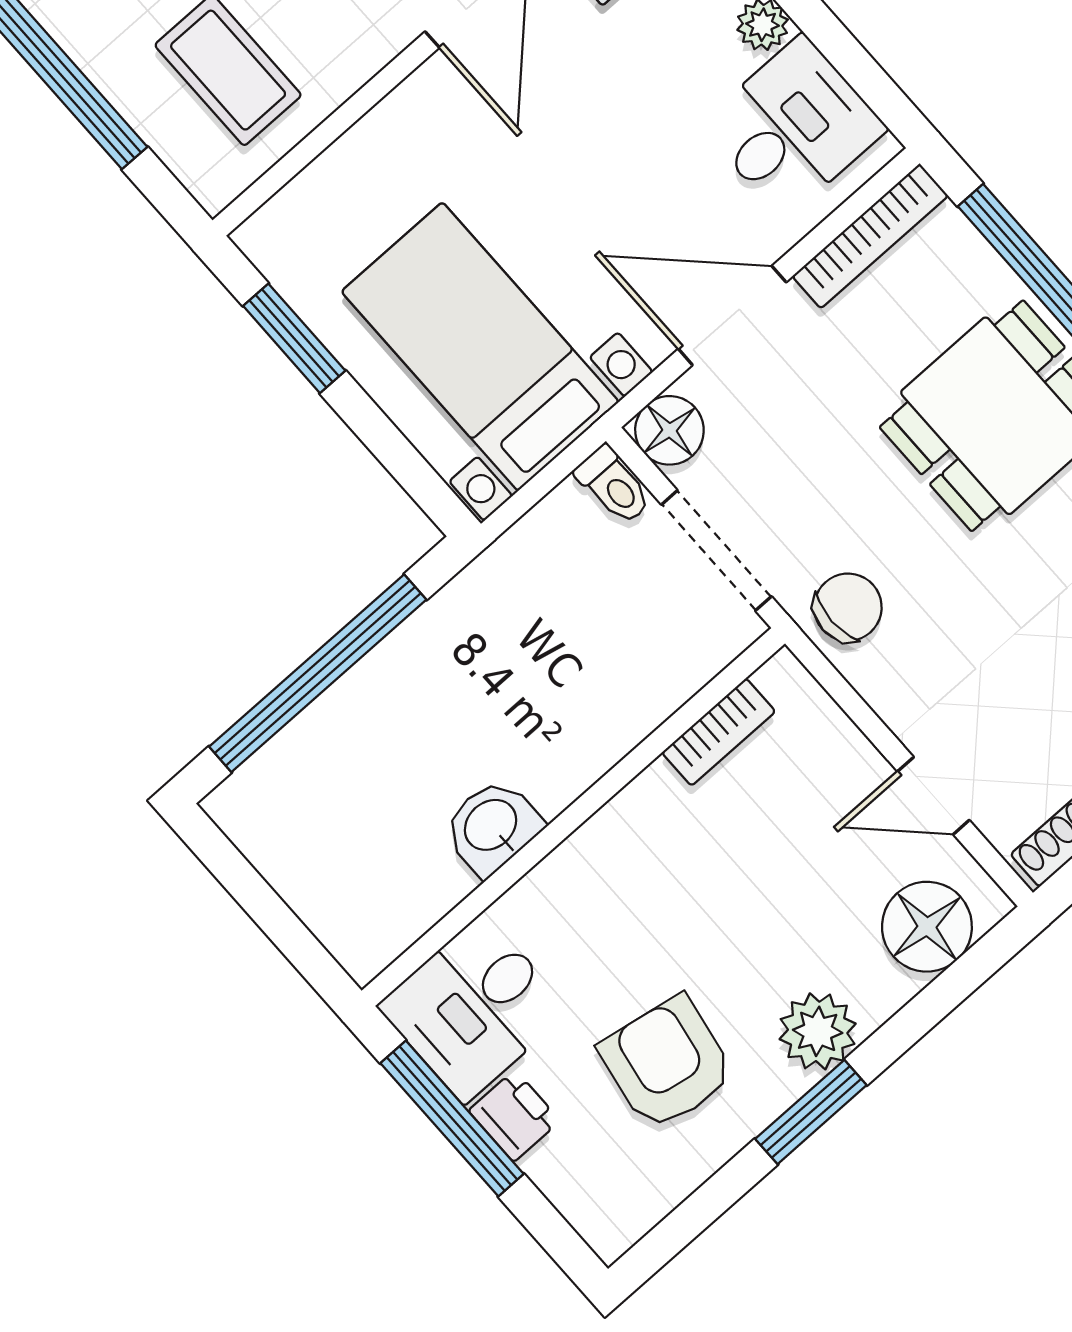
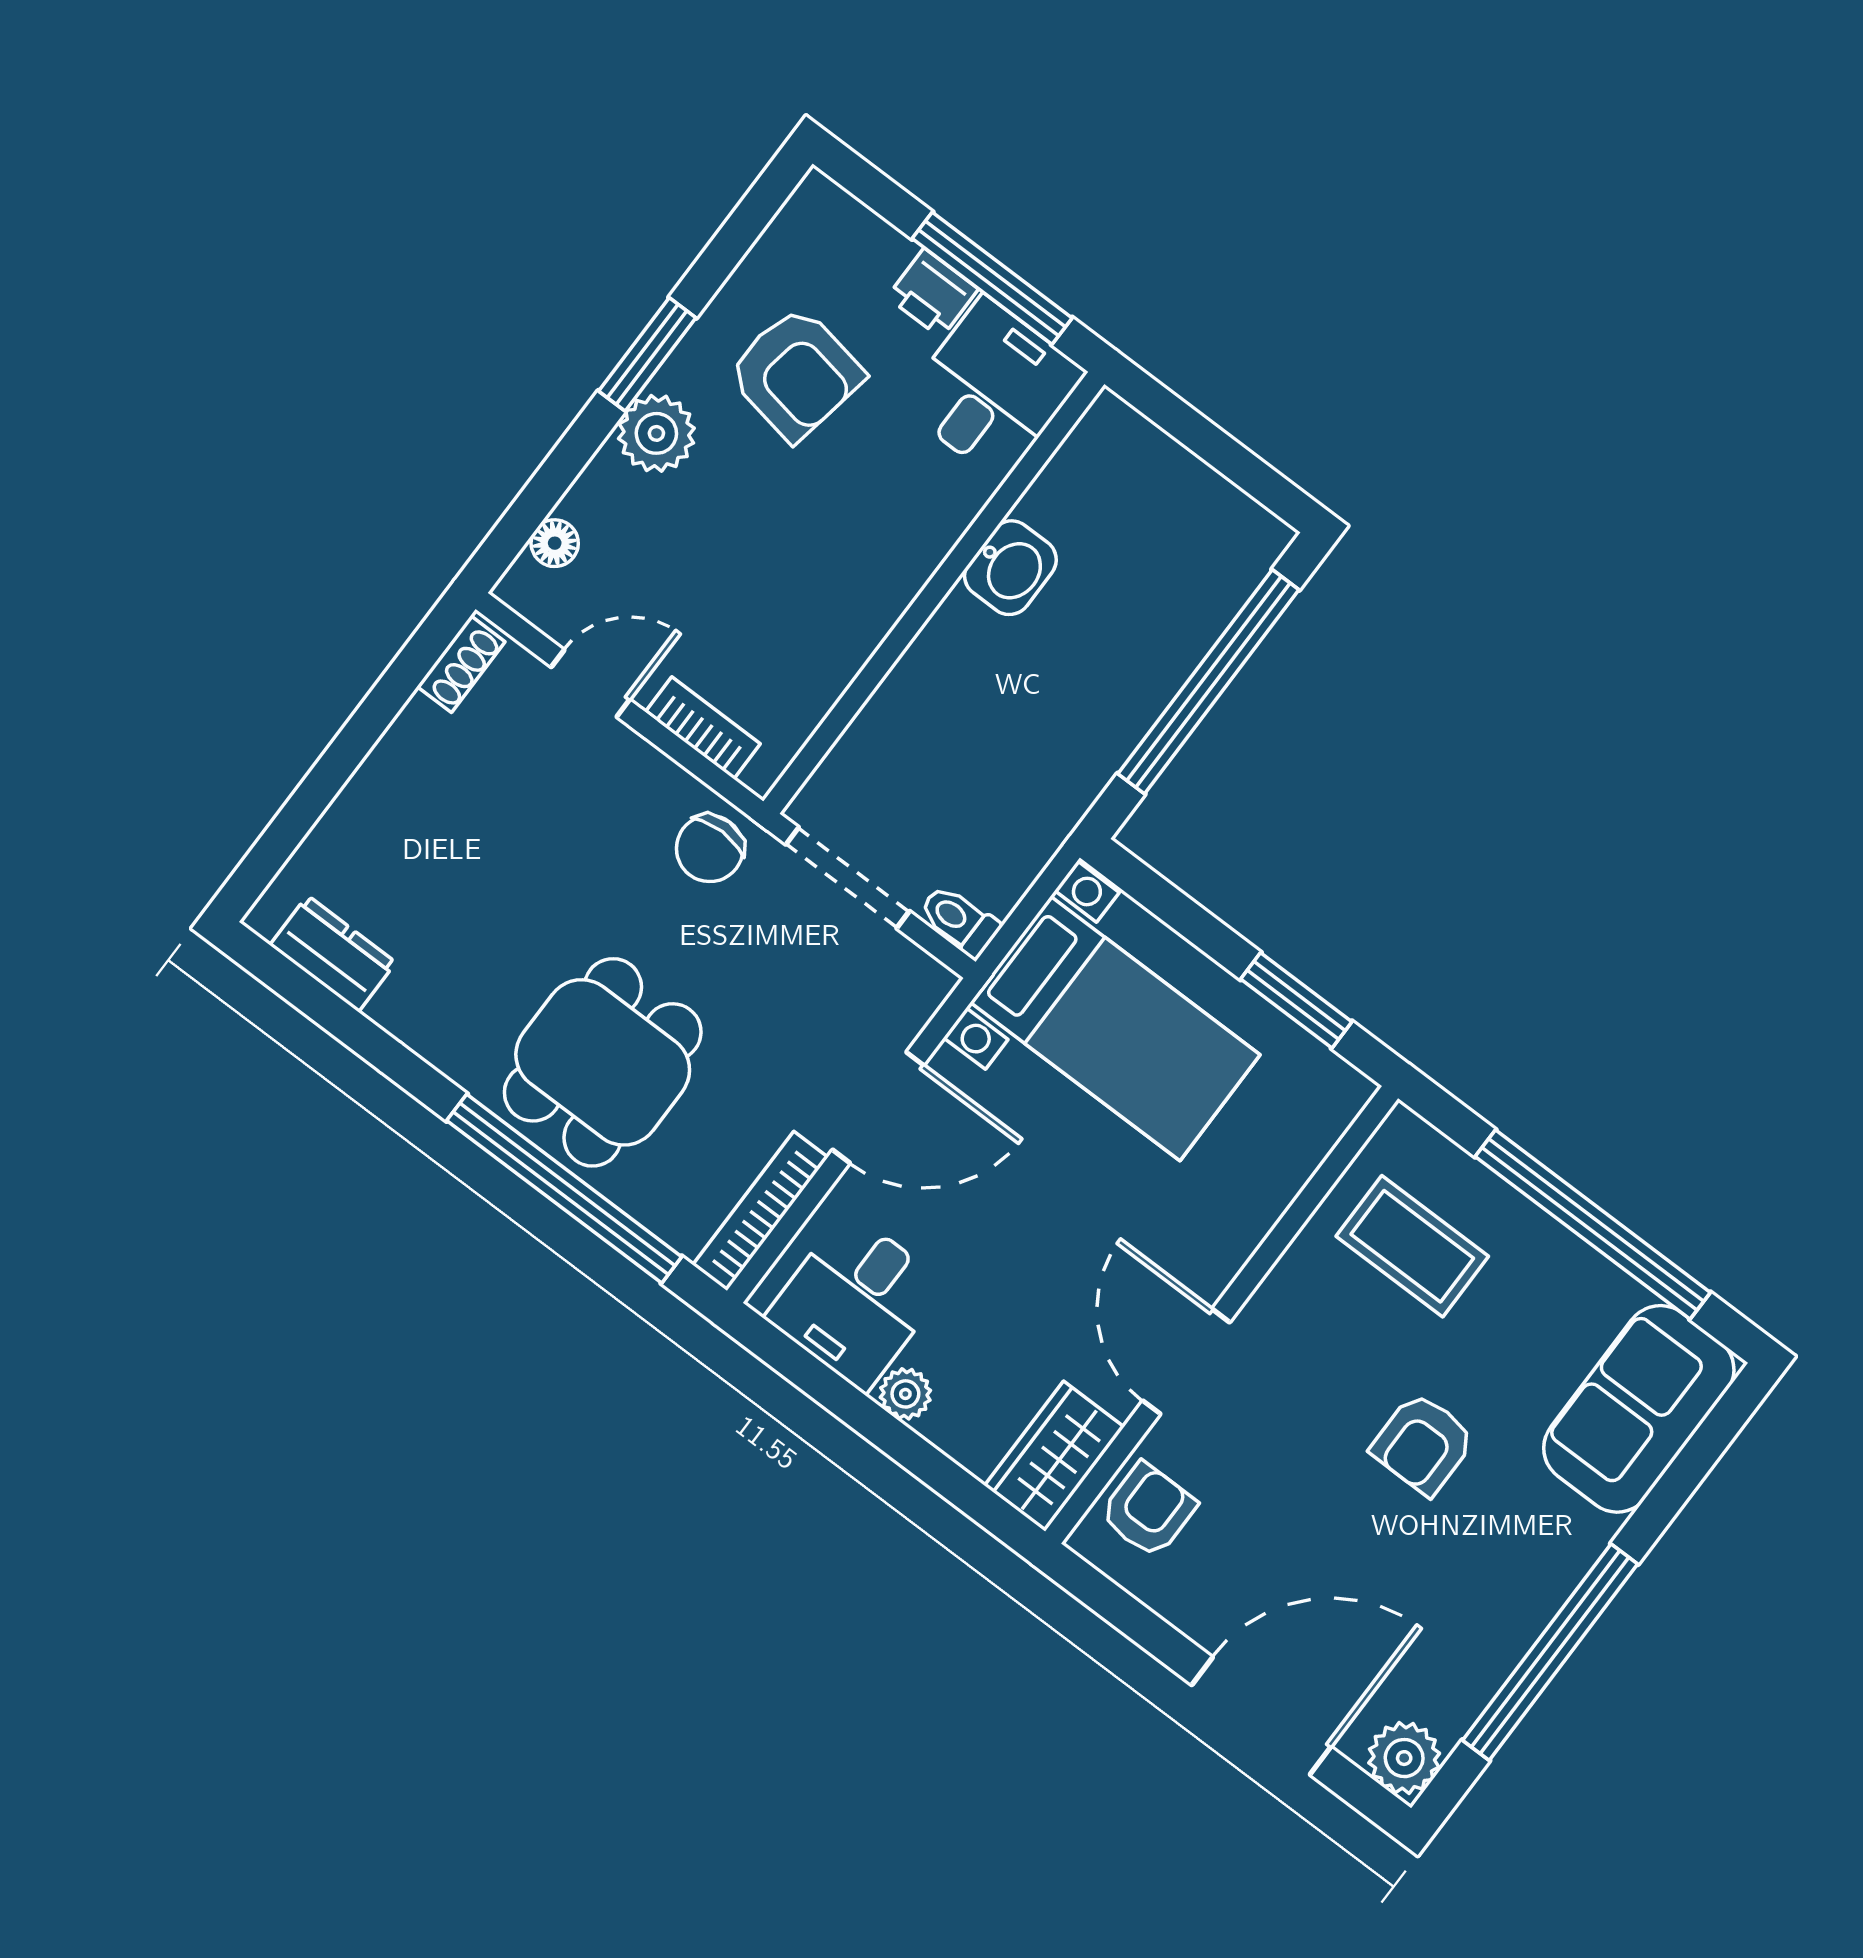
floor lamp: (669, 430) -> (916, 984), removed
bookcase: (719, 732) -> (703, 728), moved, turned 90
floor lamp: (927, 927) -> (555, 543), width x0.53, depth x0.53

